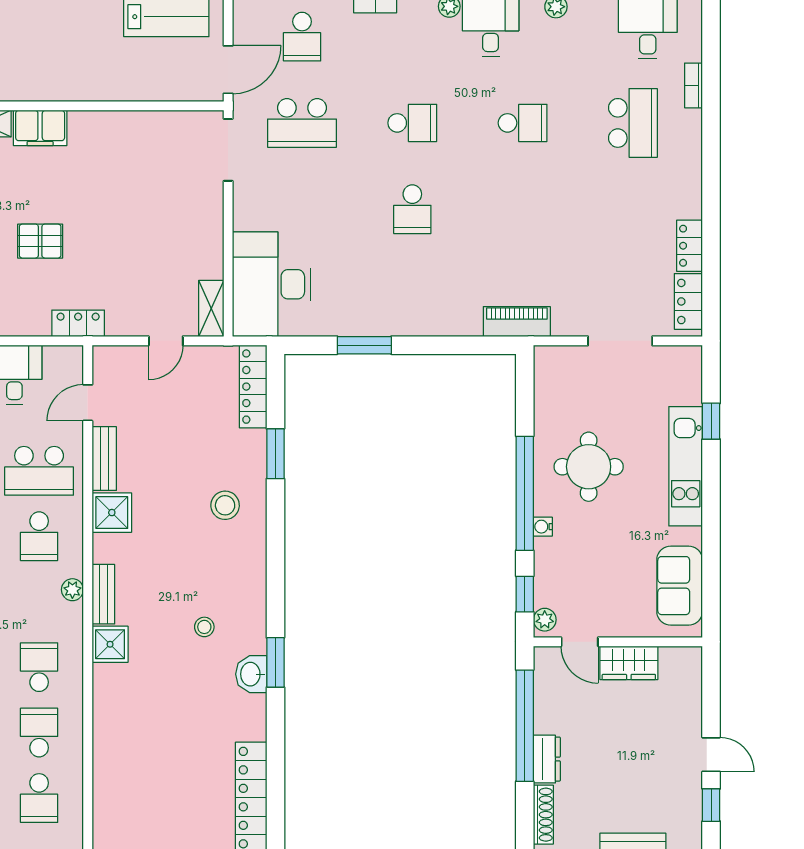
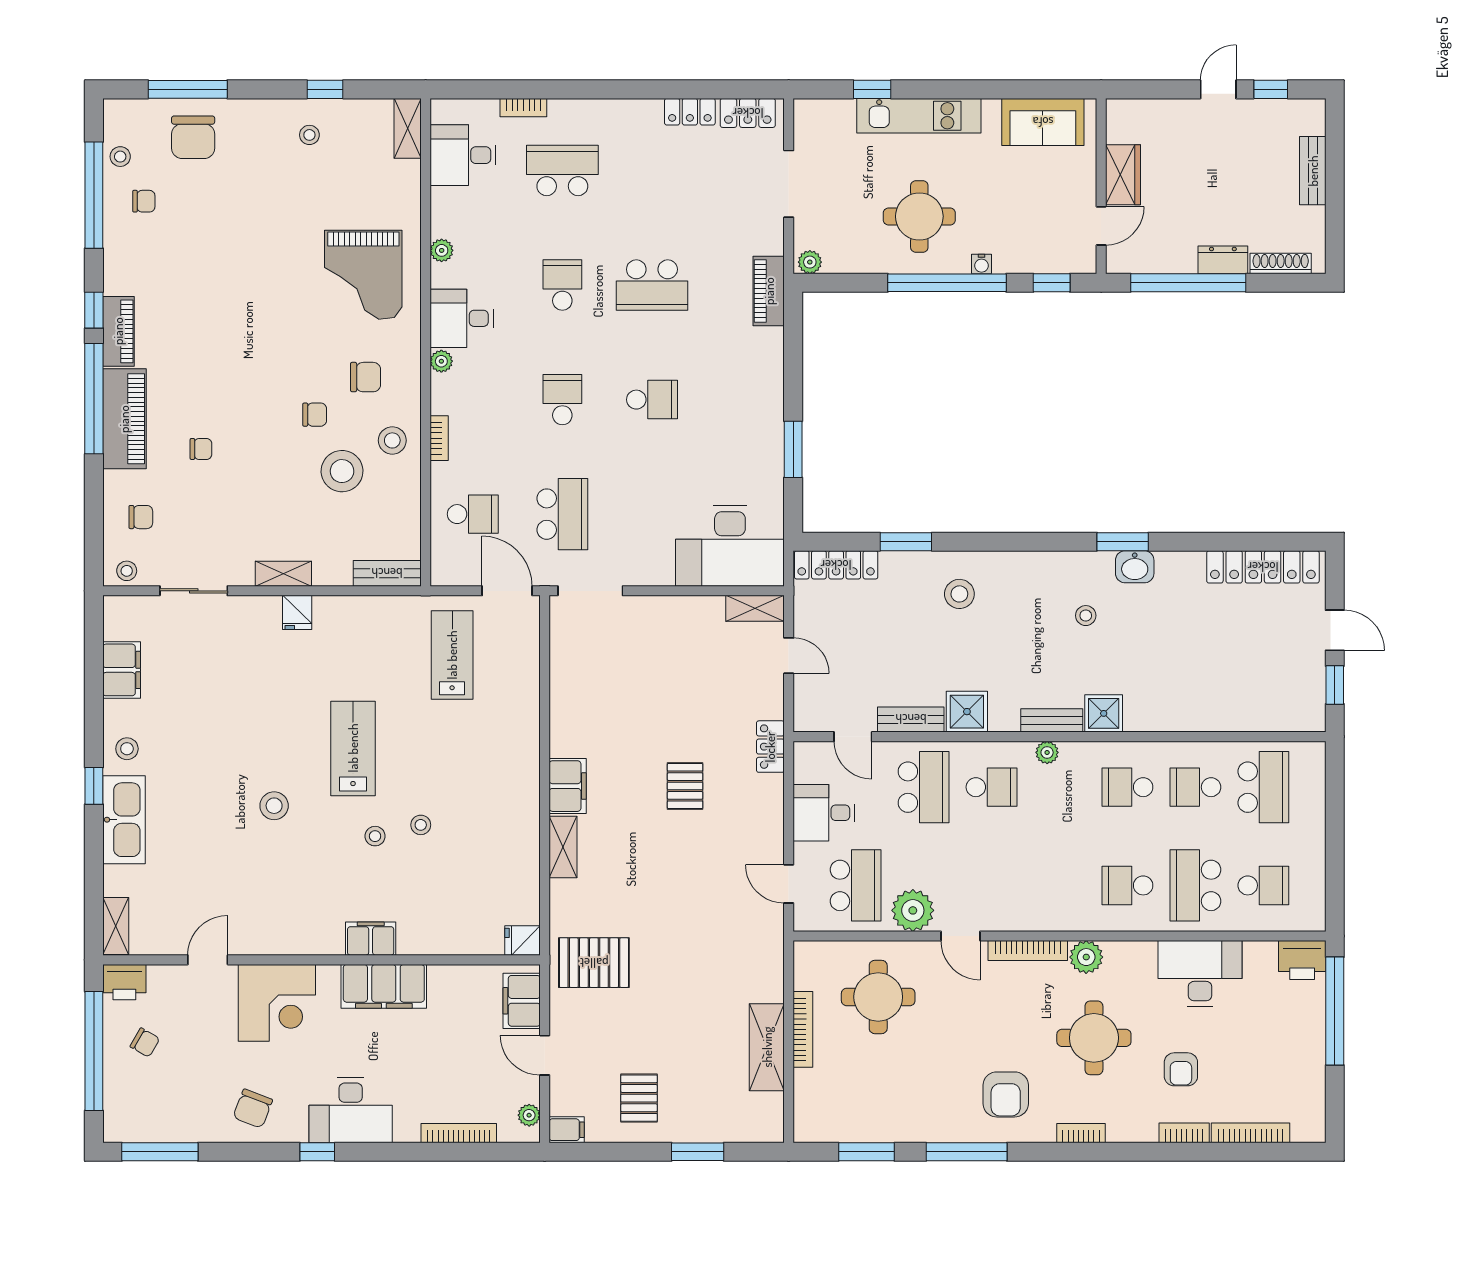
school desk: (523, 209) -> (652, 285), added
plant: (545, 620) -> (810, 262), moved
school desk: (39, 798) -> (1263, 787), width x1.85

